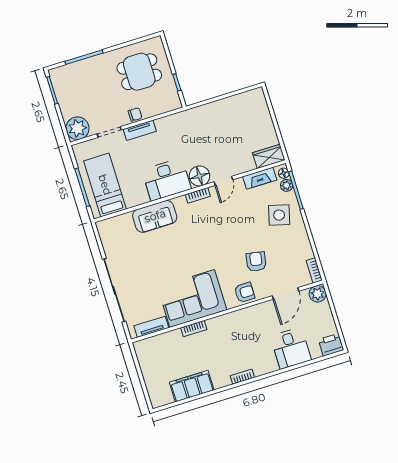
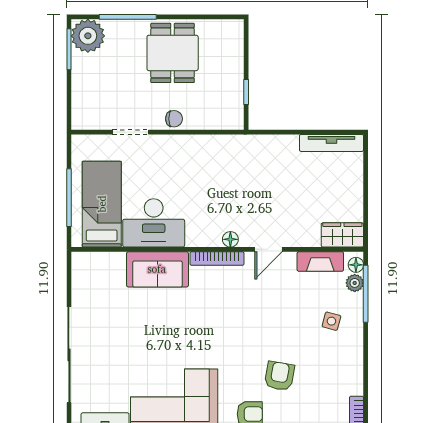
dining table: (139, 72) -> (173, 53), moved, turned 90
plant: (77, 128) -> (88, 36), moved
tv unit: (140, 130) -> (332, 143), moved, width x1.41
floor lamp: (199, 176) -> (230, 239), width x0.53, depth x0.53
desk: (167, 179) -> (154, 223), moved
bookcase: (198, 195) -> (217, 259), width x1.56
side table: (279, 215) -> (331, 321), width x0.54, depth x0.54

